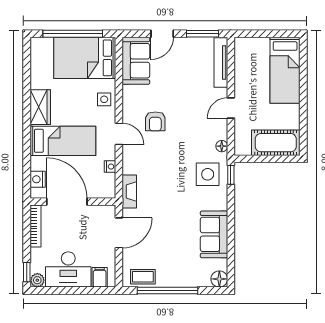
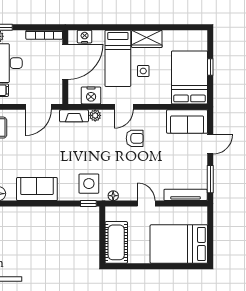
window: (73, 34) -> (210, 67), width x0.32
door: (162, 34) -> (210, 144), swing flipped
bed: (285, 70) -> (179, 244), width x1.50
side table: (104, 99) -> (143, 71), moved
armchair: (155, 121) -> (135, 138), turned 180
nightstand: (110, 167) -> (91, 95), width x1.89, depth x1.79
plant: (129, 167) -> (95, 115), added
door: (119, 233) -> (38, 107), hinge flipped

